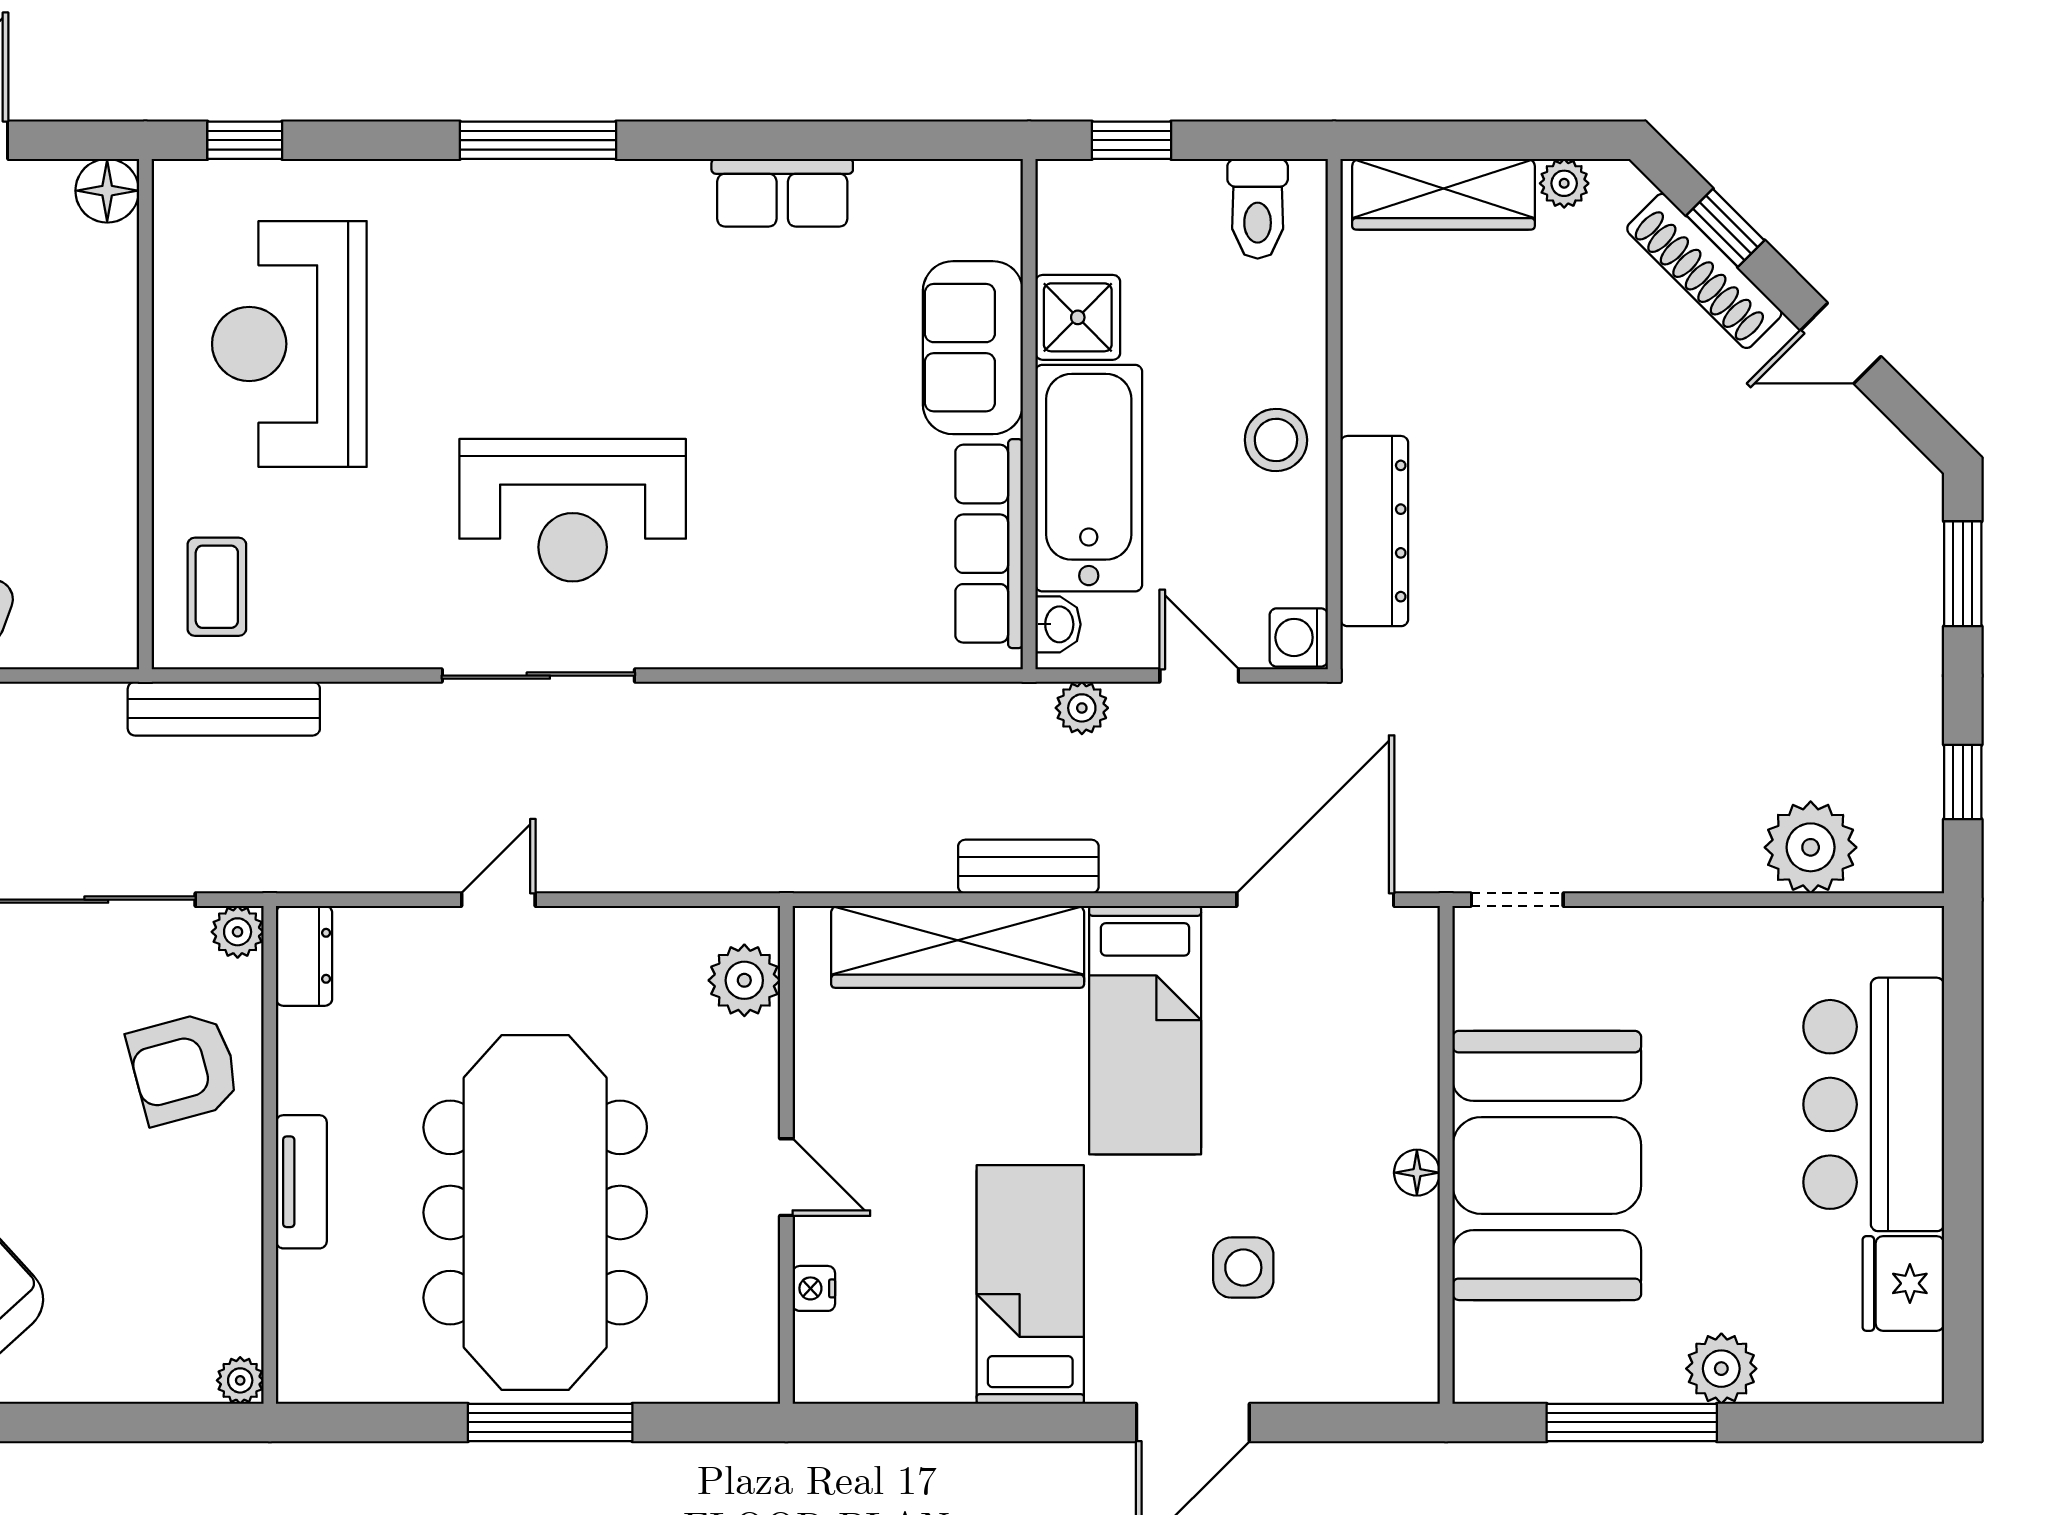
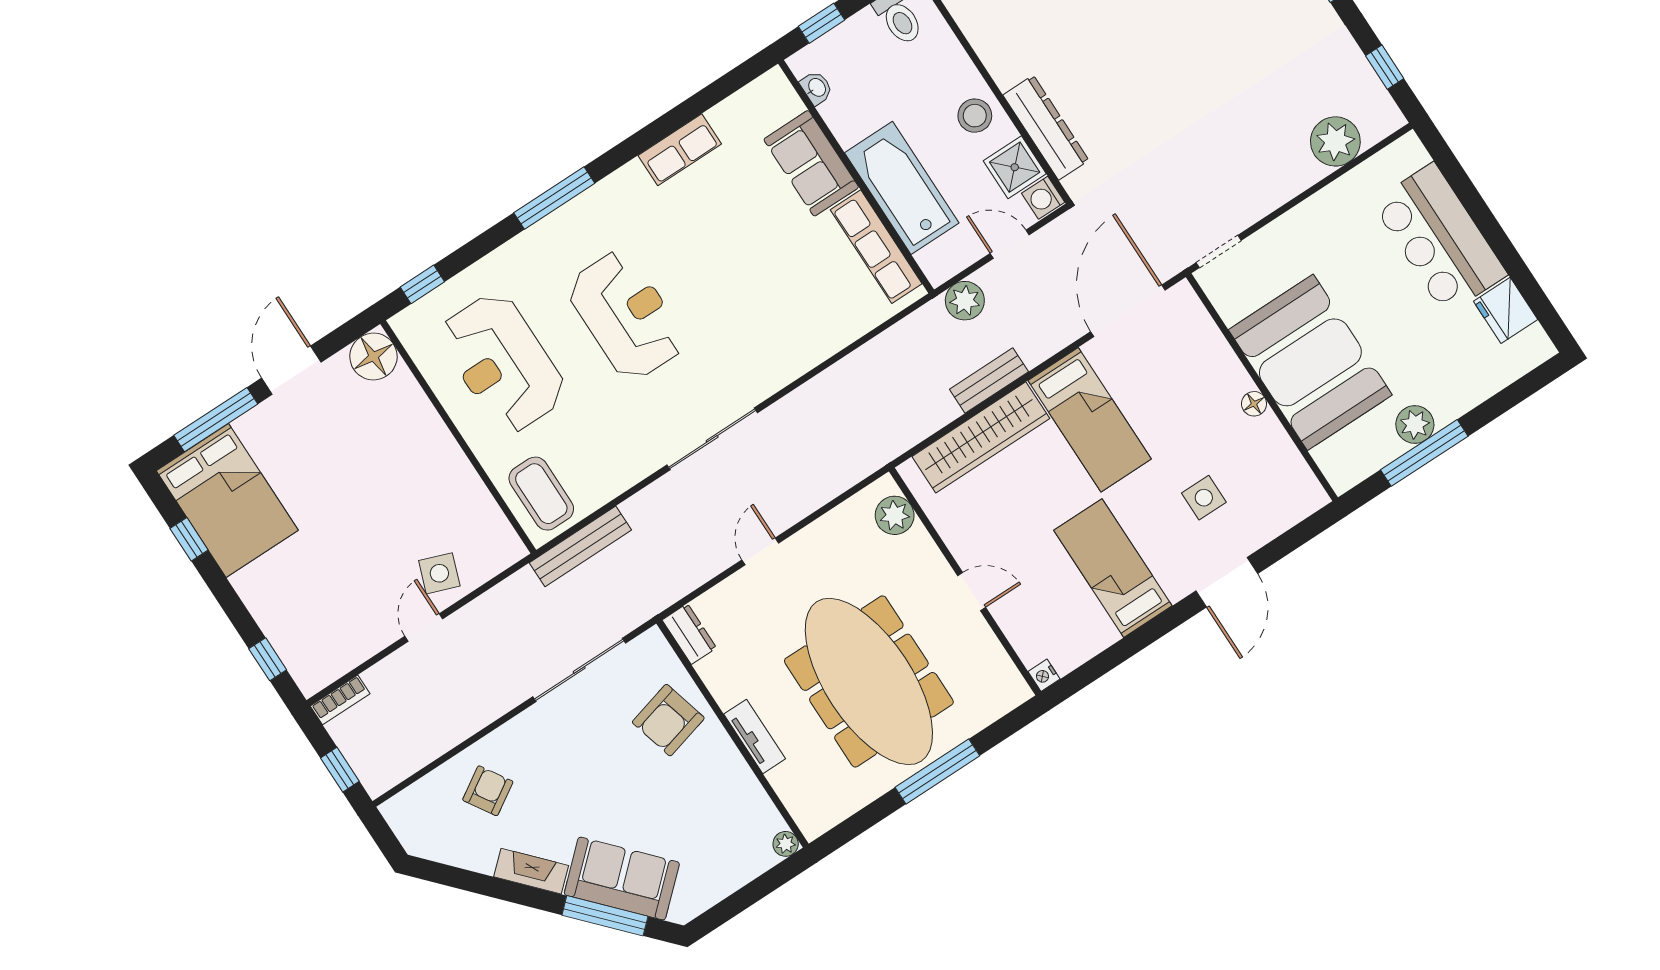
floor lamp: (107, 191) -> (373, 357), width x1.38, depth x1.38
shower: (1078, 317) -> (1015, 167), moved
reception desk: (573, 510) -> (626, 315), moved, turned -90
coffee table: (217, 587) -> (541, 494), width x1.36, depth x1.30
washbasin: (1058, 624) -> (816, 88), moved
plant: (1082, 708) -> (965, 301), width x1.38, depth x1.38
plant: (238, 932) -> (652, 643), removed
nightstand: (814, 1288) -> (1044, 675), moved
plant: (1721, 1369) -> (1415, 425), moved

